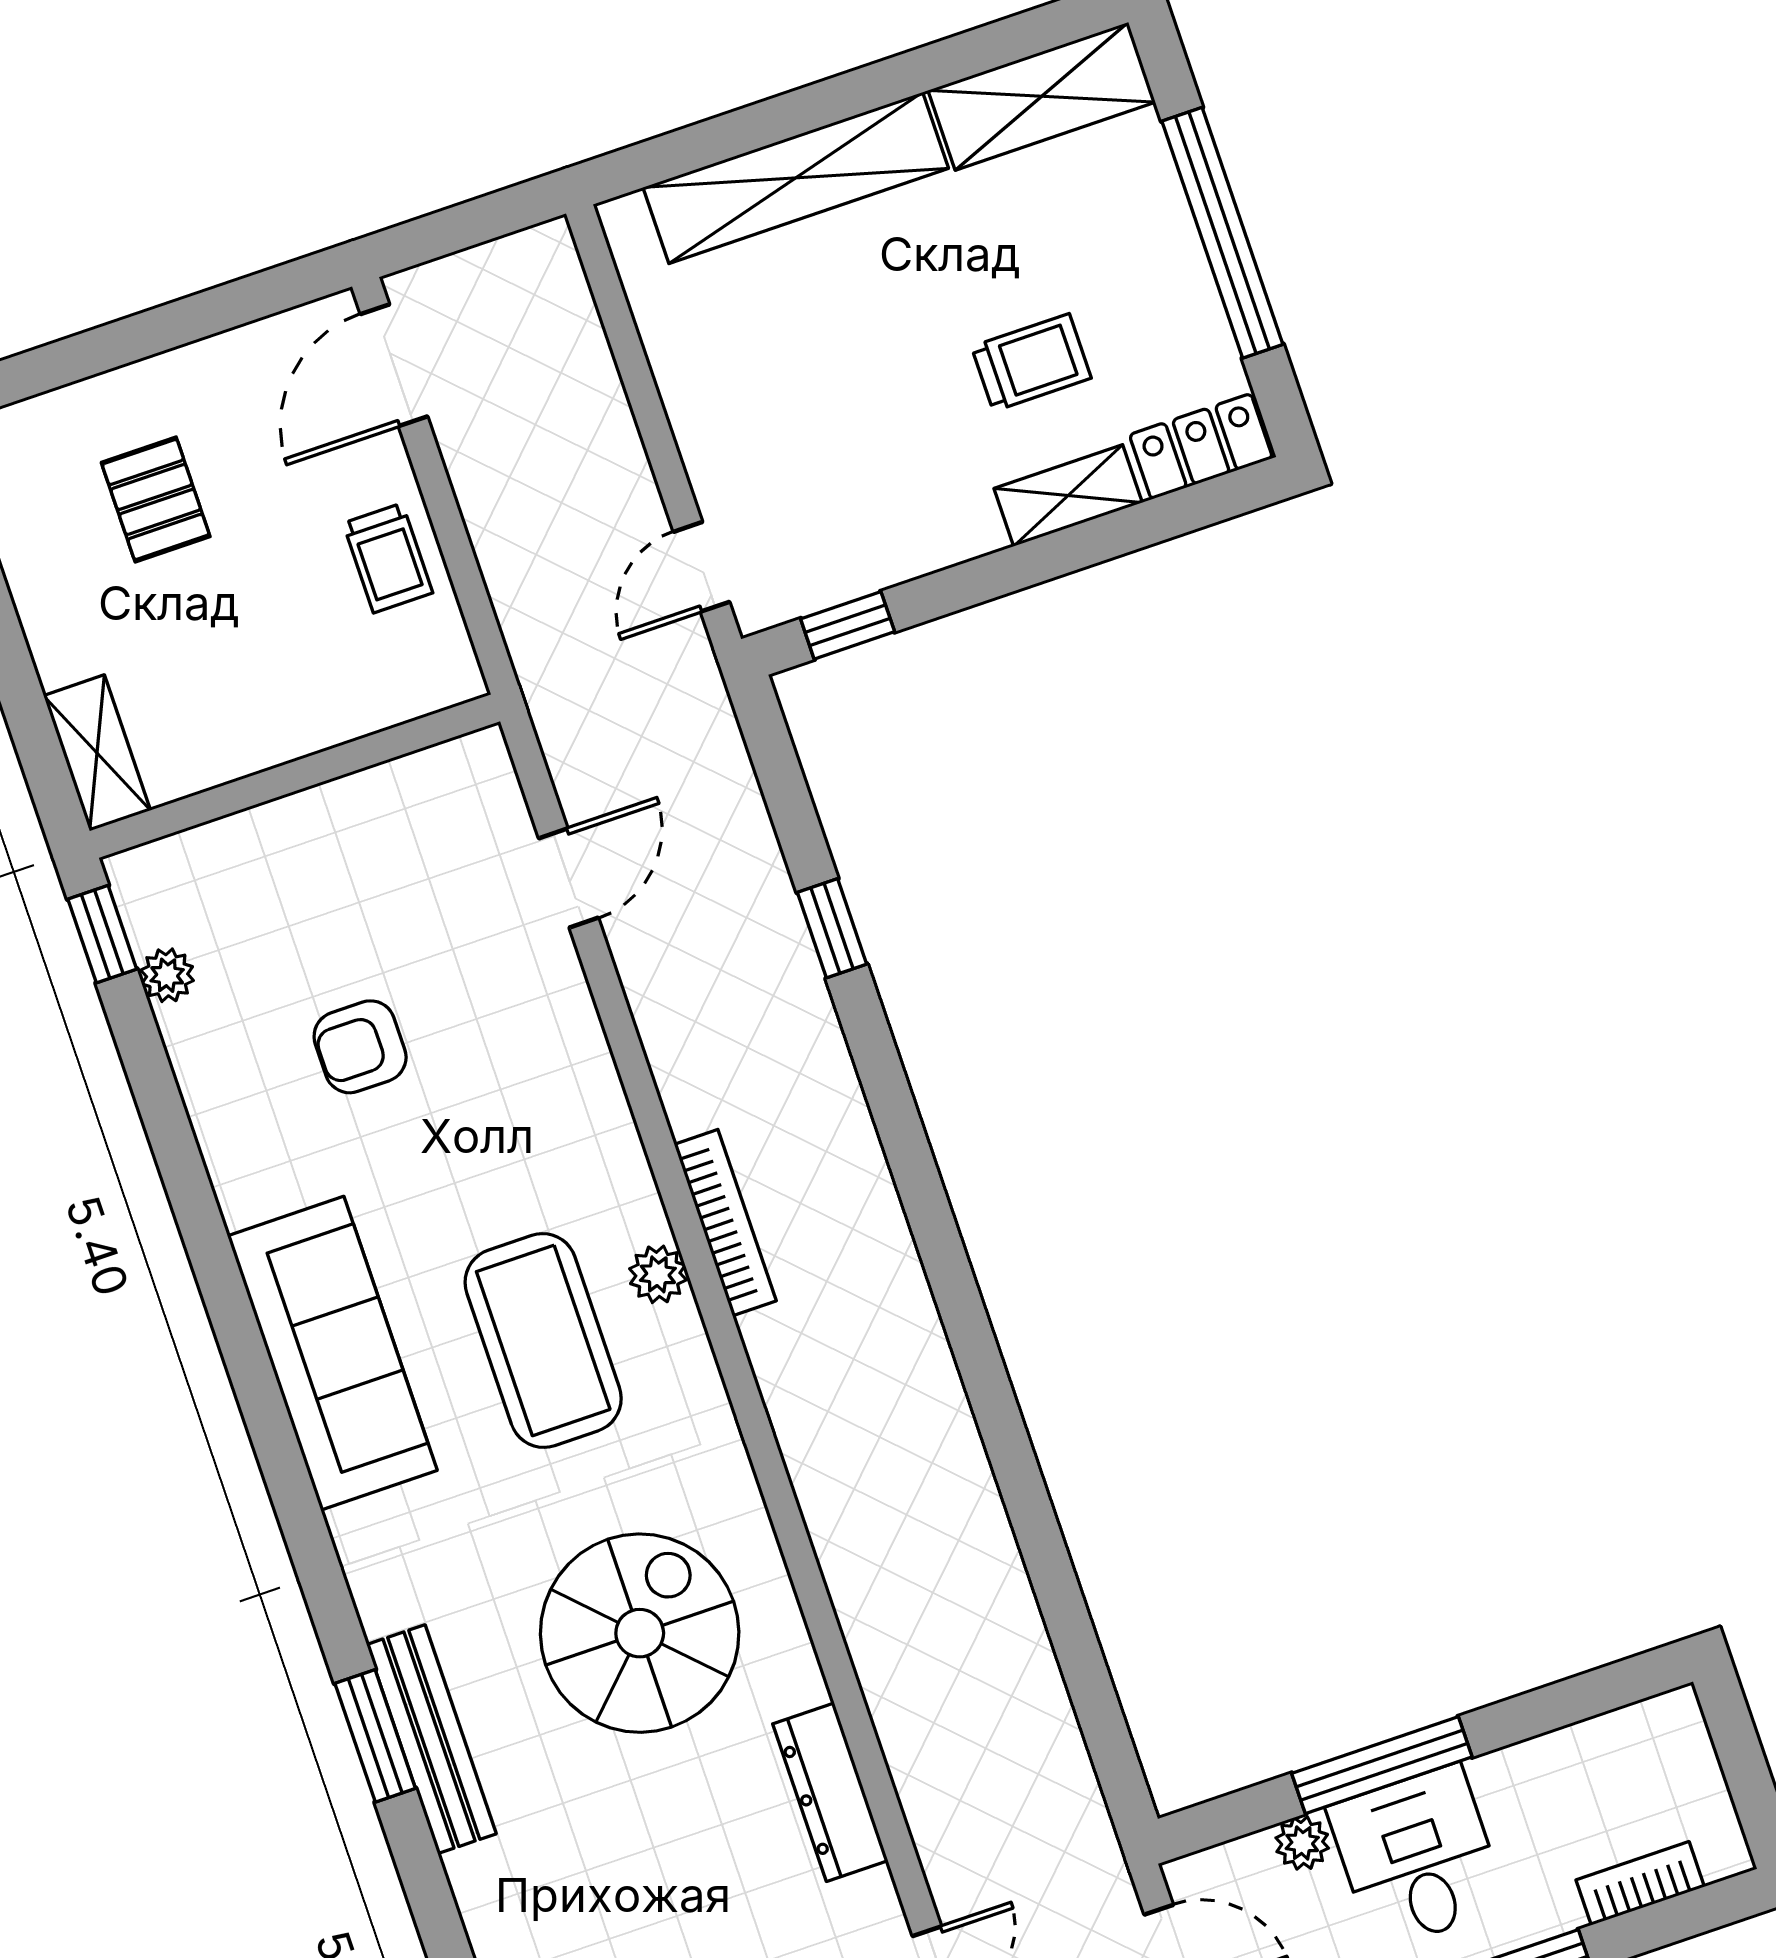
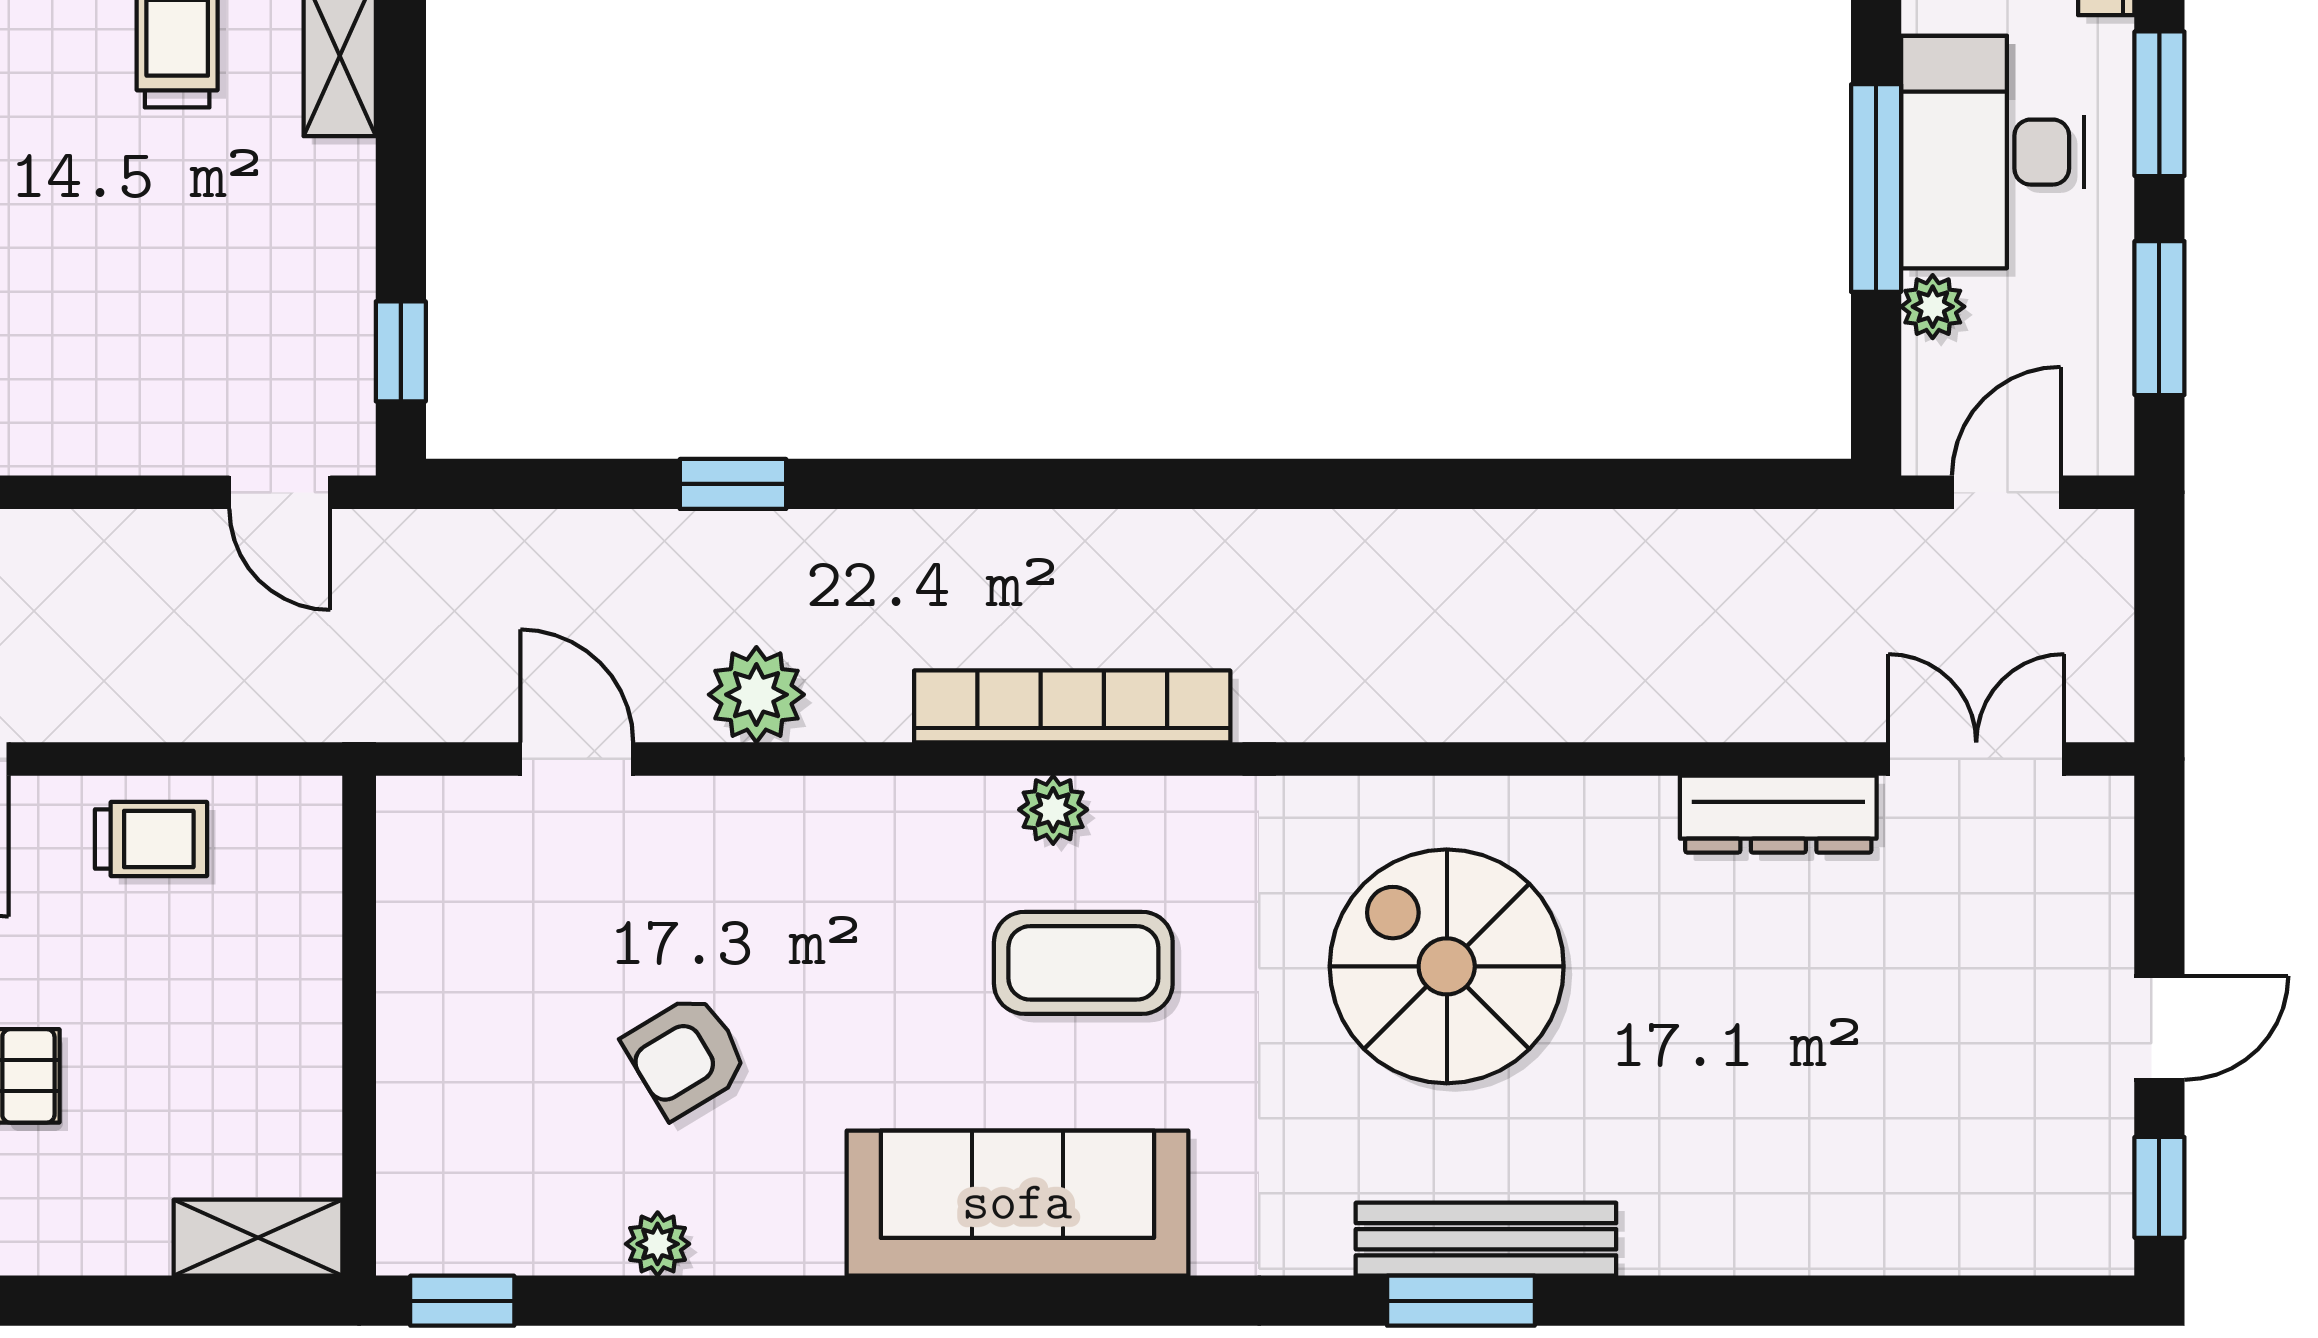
plant: (167, 975) -> (658, 1244), moved
plant: (669, 1005) -> (756, 695), added
armchair: (360, 1047) -> (686, 1056), turned 59
bookcase: (725, 1223) -> (1072, 706), width x1.48, depth x1.31
coffee table: (543, 1340) -> (1083, 963), width x0.73, depth x0.76
dresser: (830, 1792) -> (1778, 814), moved
desk: (1417, 1857) -> (1992, 152), width x1.37

